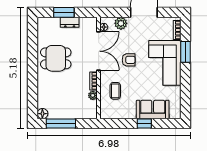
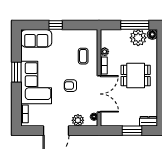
dresser: (70, 22) -> (148, 121), moved
double door: (99, 51) -> (99, 94), swing flipped
window: (186, 52) -> (16, 72), moved
dining table: (56, 58) -> (136, 76), moved
sofa: (153, 109) -> (36, 38), moved
plant: (57, 110) -> (138, 38), added

